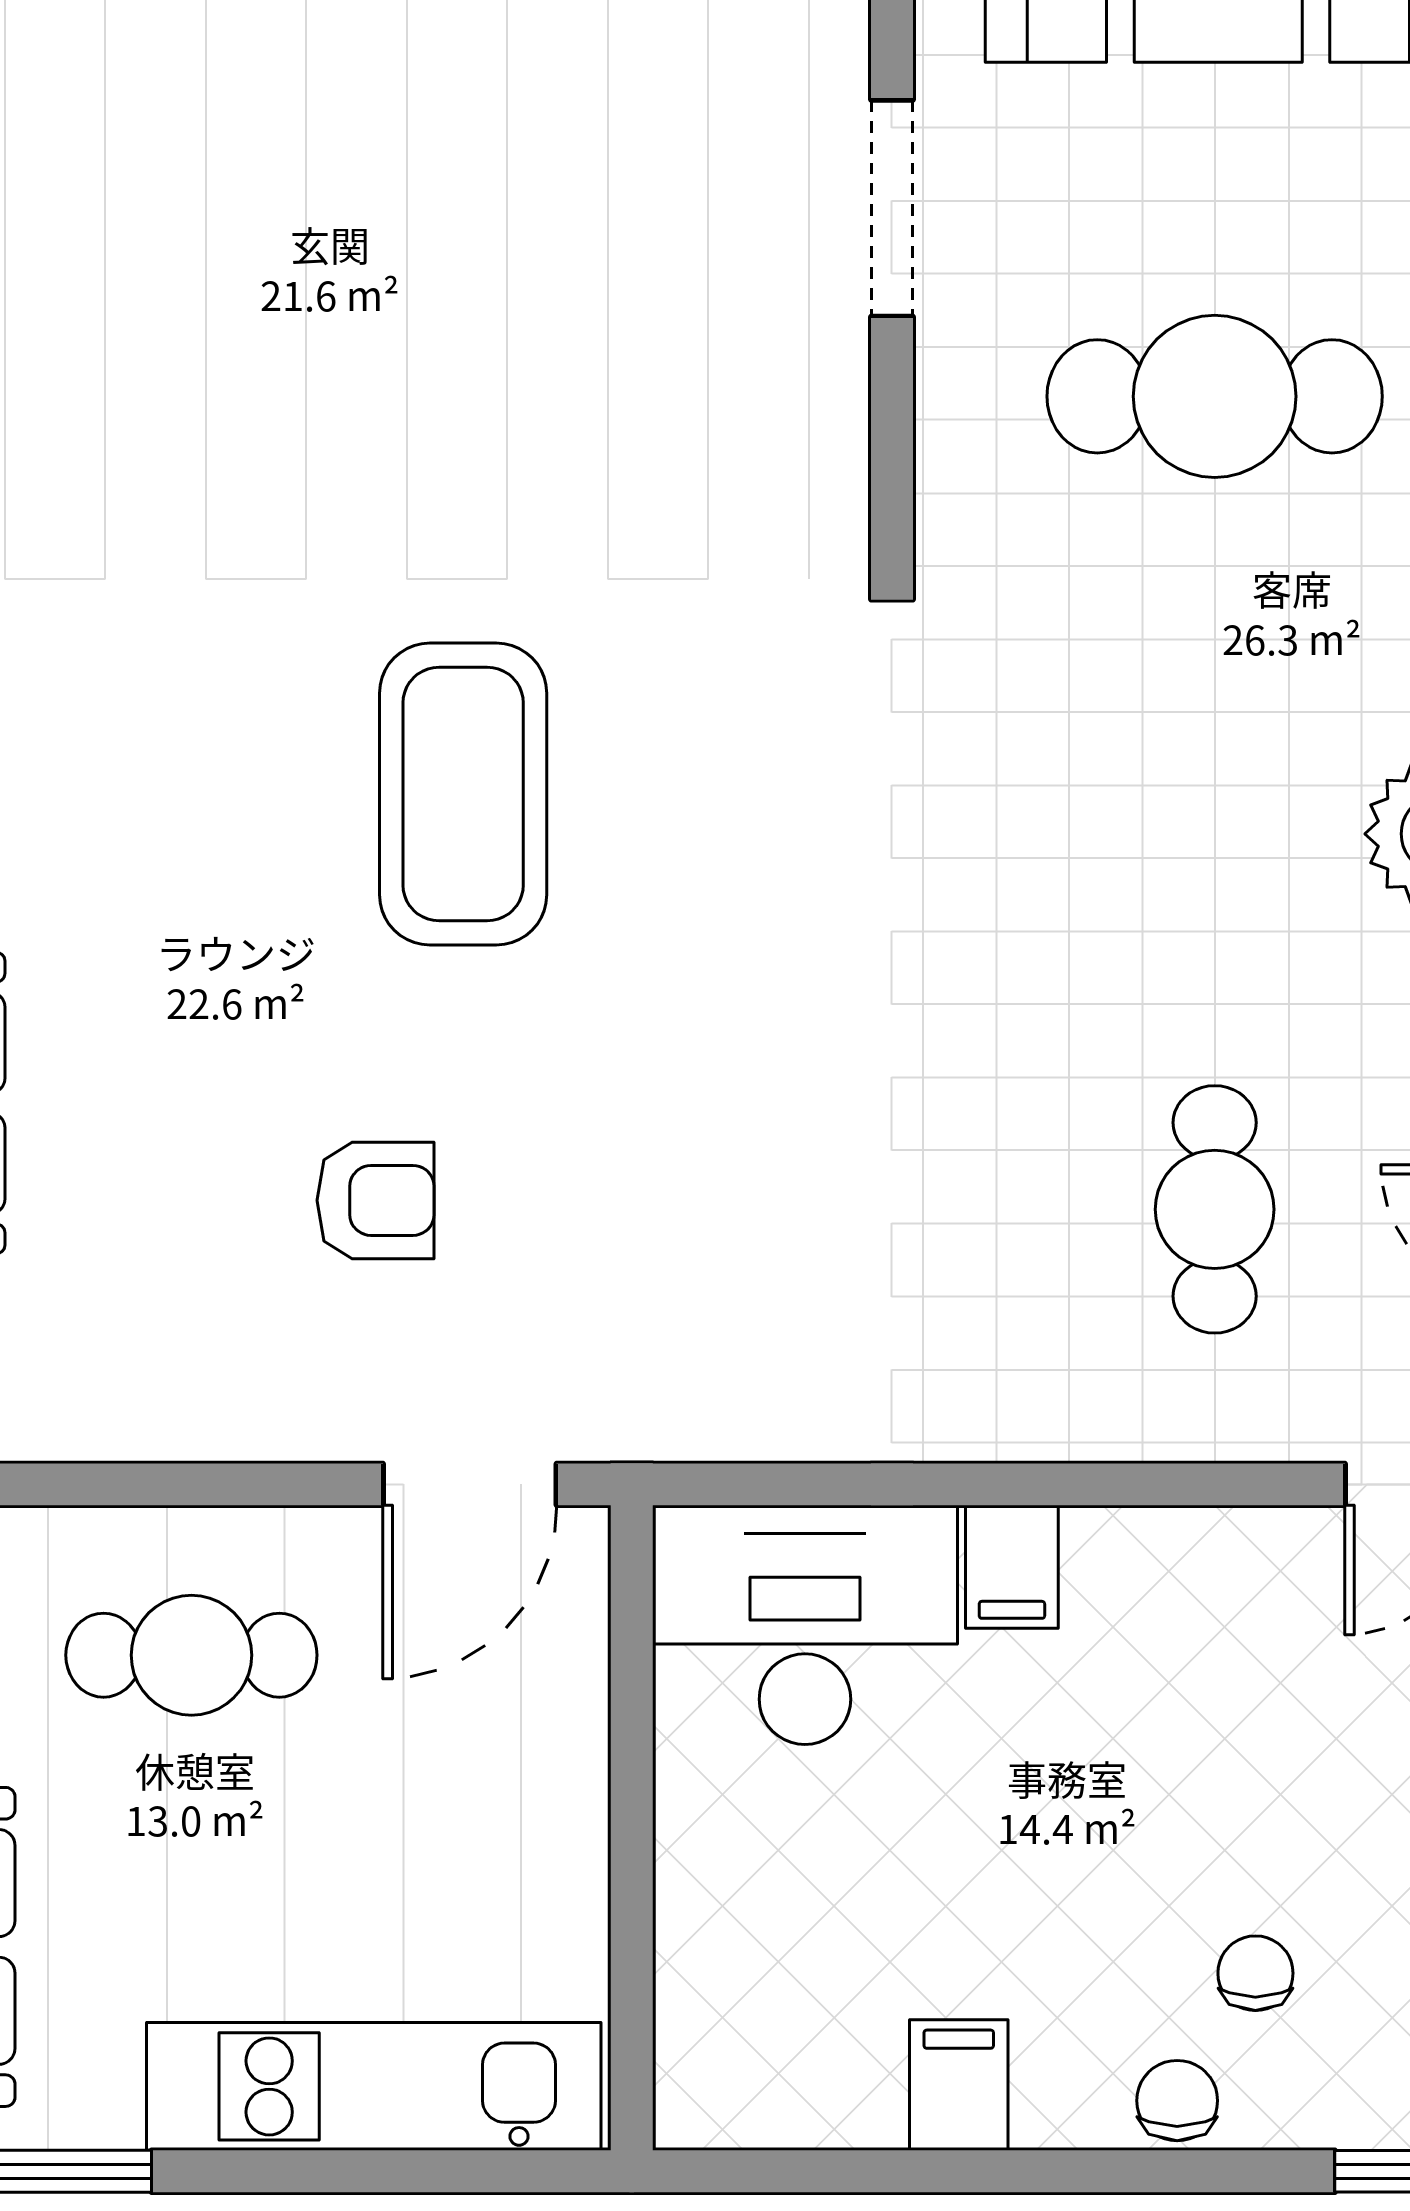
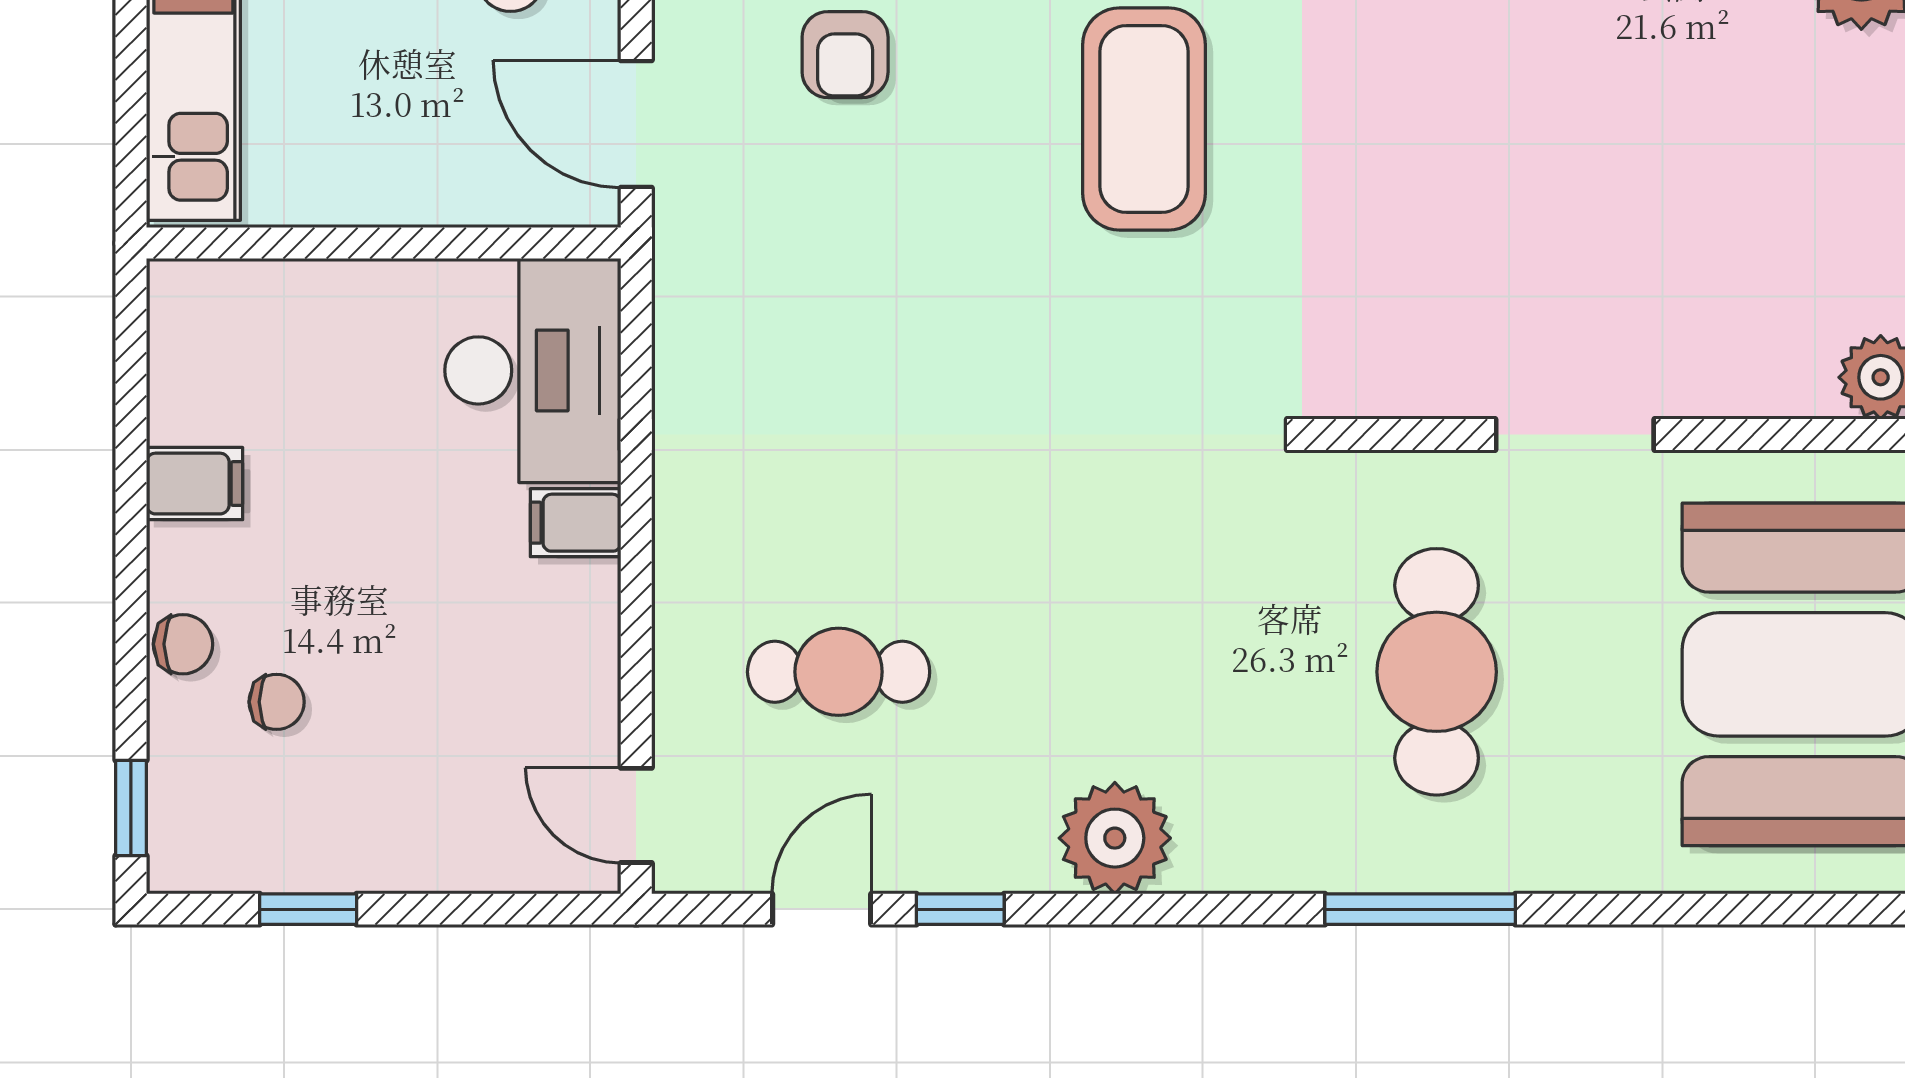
coffee table: (463, 794) -> (1144, 119), turned 90

